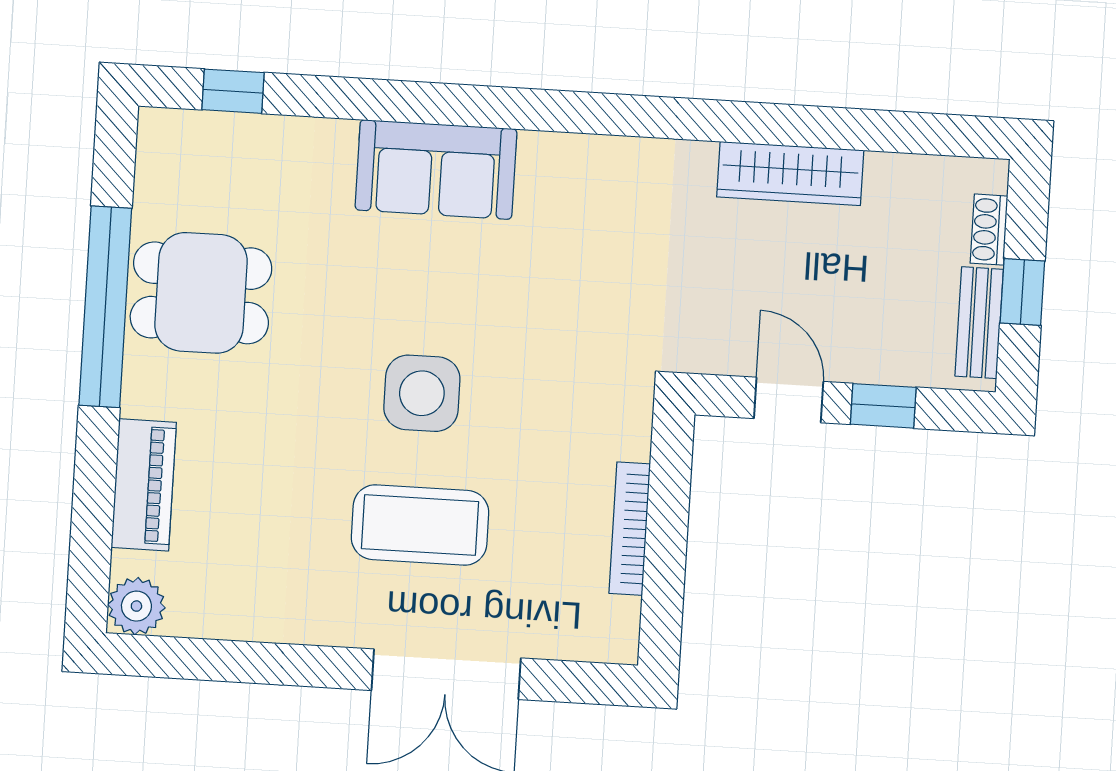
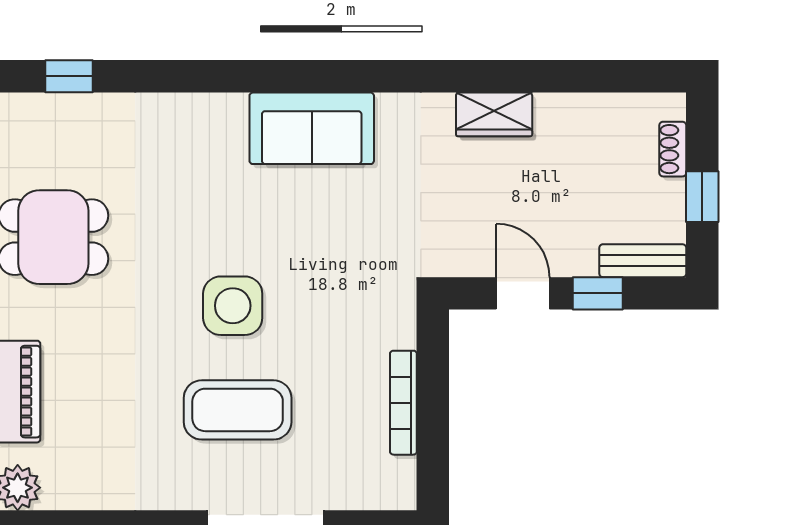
sofa: (436, 169) -> (312, 128), moved
wardrobe: (790, 174) -> (494, 114), width x0.67
bench: (979, 323) -> (643, 261), moved, turned 90

